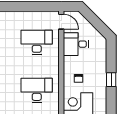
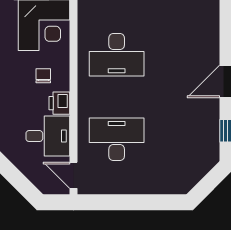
desk: (37, 42) -> (117, 139), turned 180
printer: (69, 63) -> (59, 103), added

